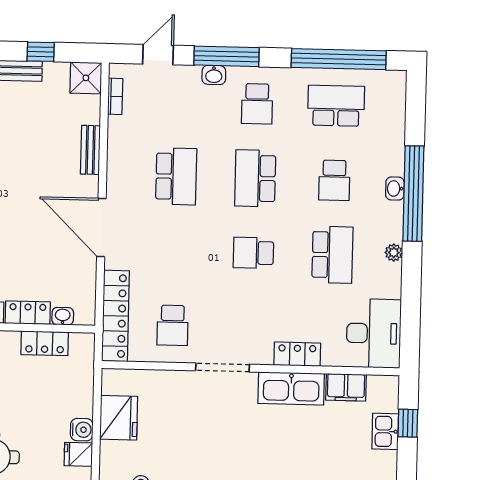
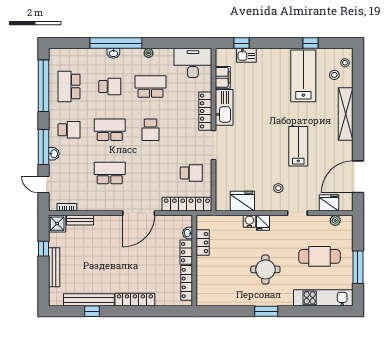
bench: (90, 150) -> (80, 220), moved
school desk: (255, 178) -> (110, 130), turned 180
locker: (297, 354) -> (205, 111), width x1.53

